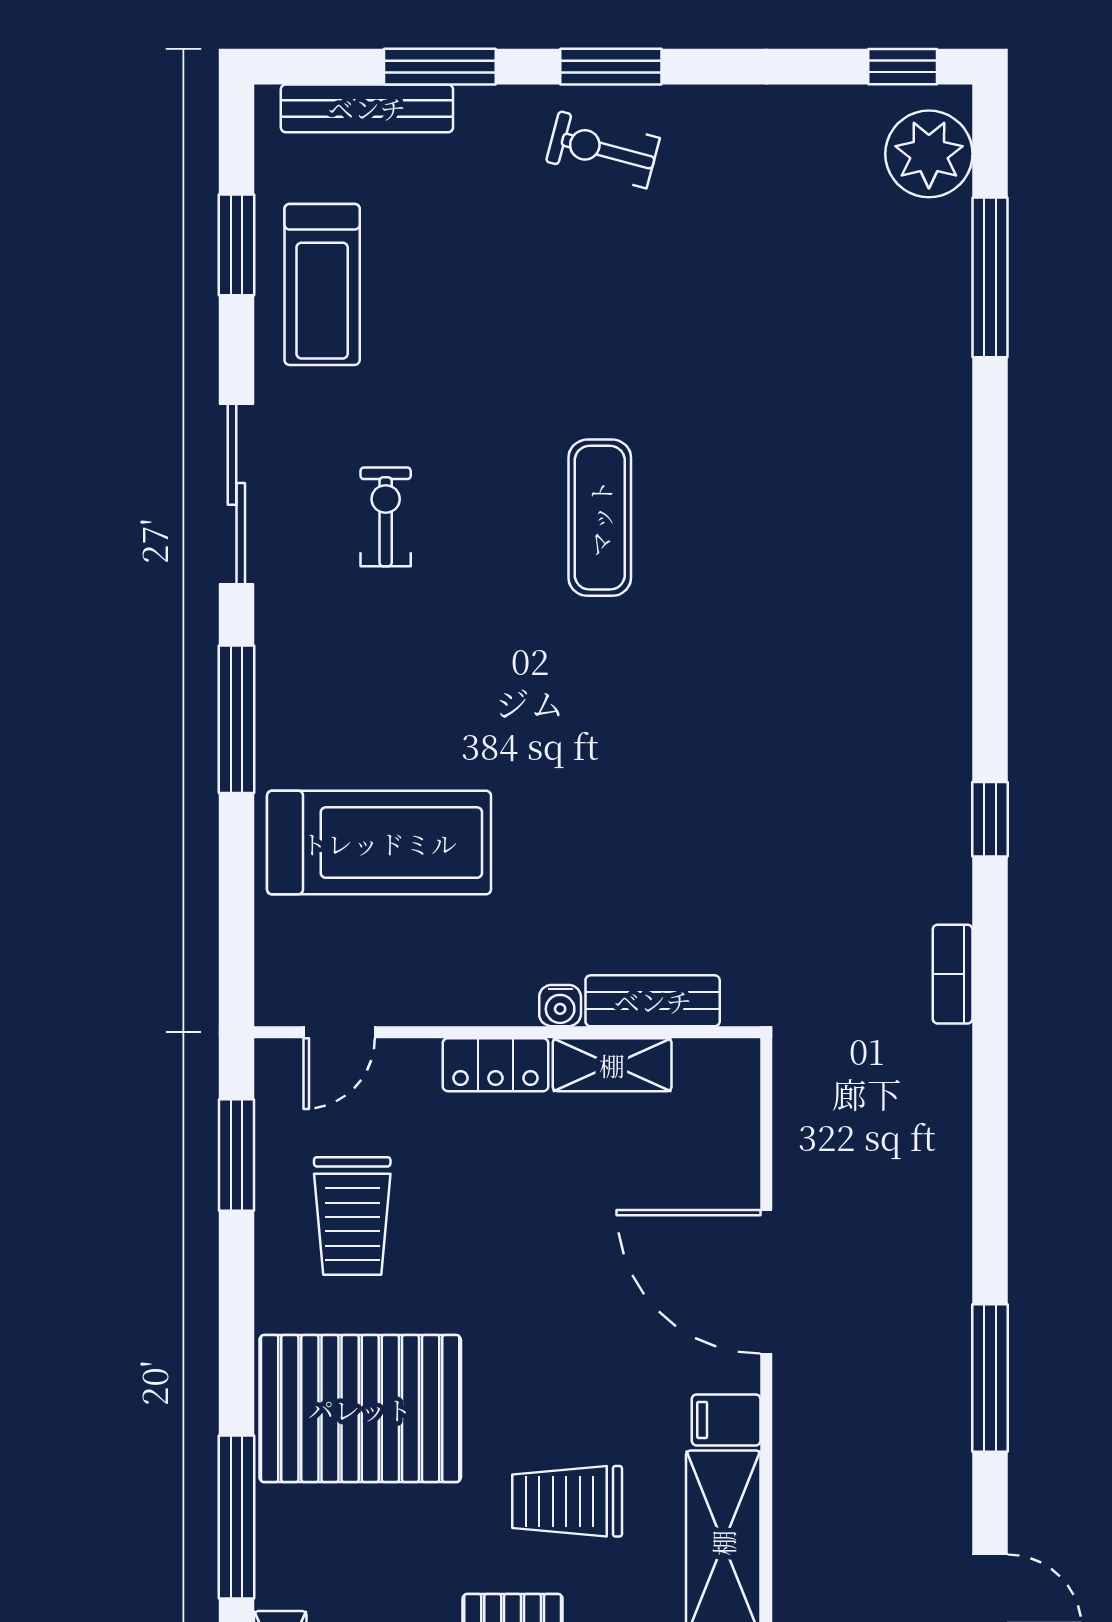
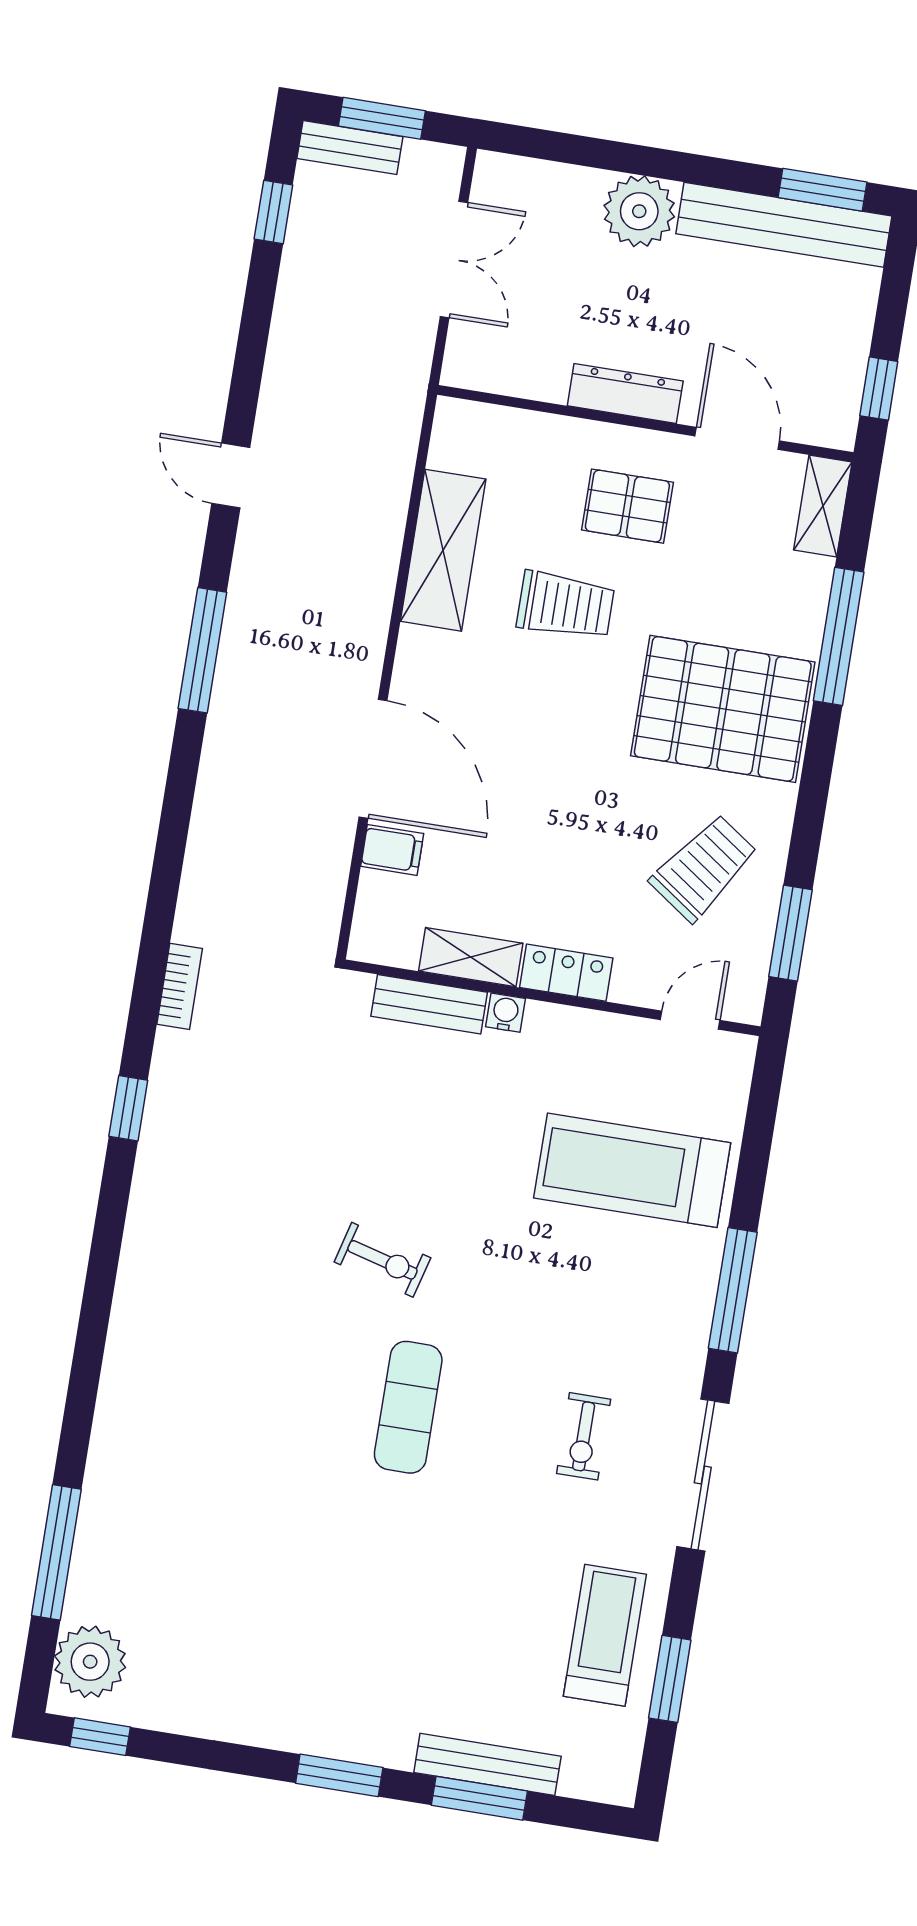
bench: (367, 108) -> (487, 1764), moved
exercise bike: (603, 150) -> (382, 1260), moved
trolley: (352, 1216) -> (704, 868), turned 35
filing cabinet: (726, 1420) -> (392, 850), moved

